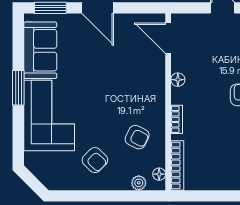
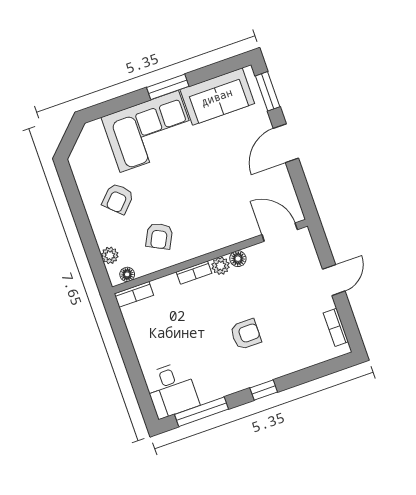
door: (168, 38) -> (280, 232), hinge flipped
plant: (179, 96) -> (221, 266), added
bookcase: (177, 165) -> (134, 294), width x0.64

